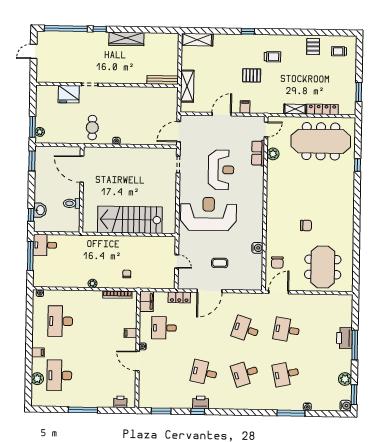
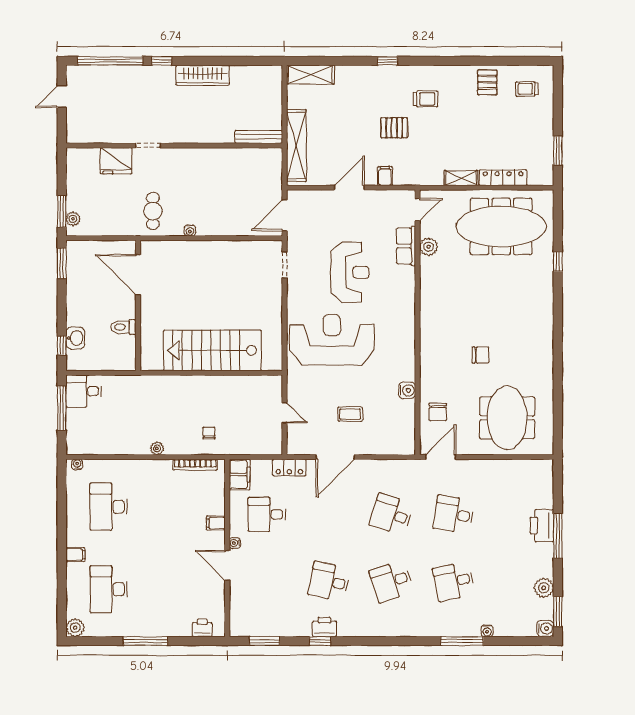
shelving: (187, 86) -> (296, 146), width x1.47
plant: (37, 379) -> (75, 628), moved

